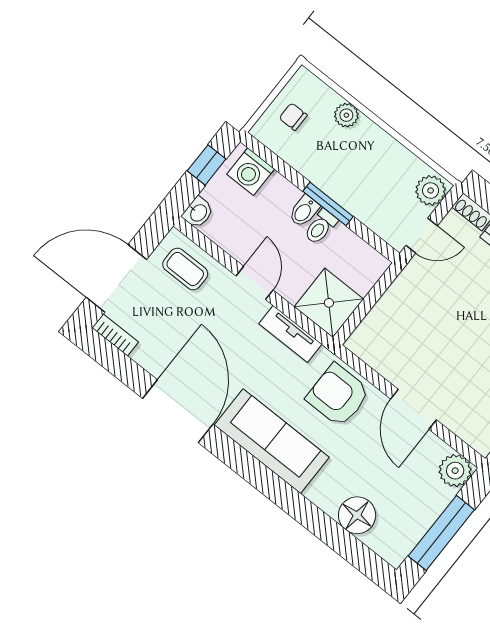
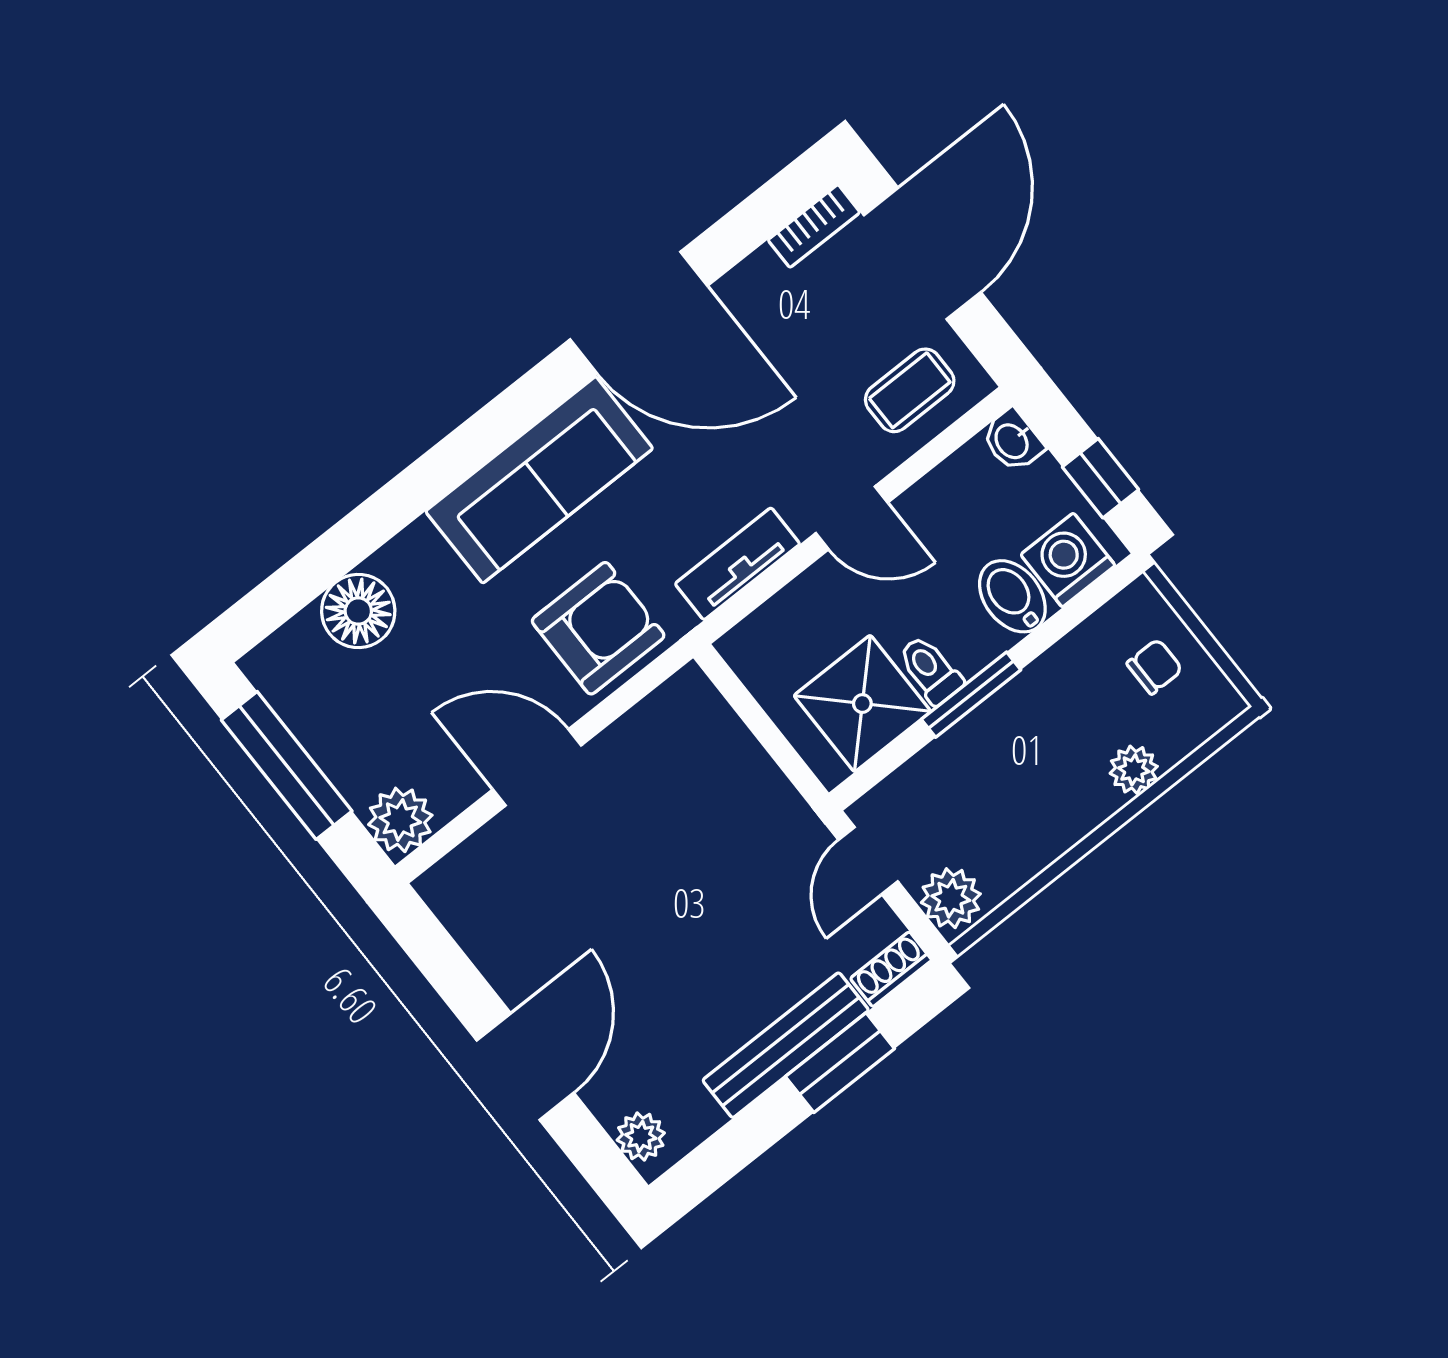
bidet: (304, 211) -> (1012, 596), moved, width x1.38, depth x1.36
shower: (329, 303) -> (862, 704), moved

